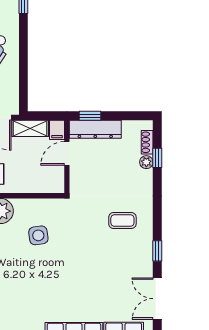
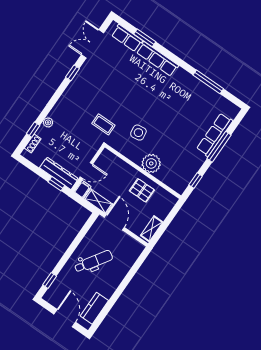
plant: (146, 162) -> (48, 122), moved
coffee table: (122, 221) -> (103, 124), moved
double door: (157, 299) -> (93, 44), swing flipped

